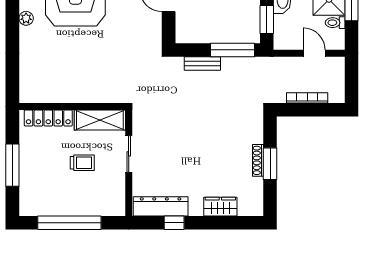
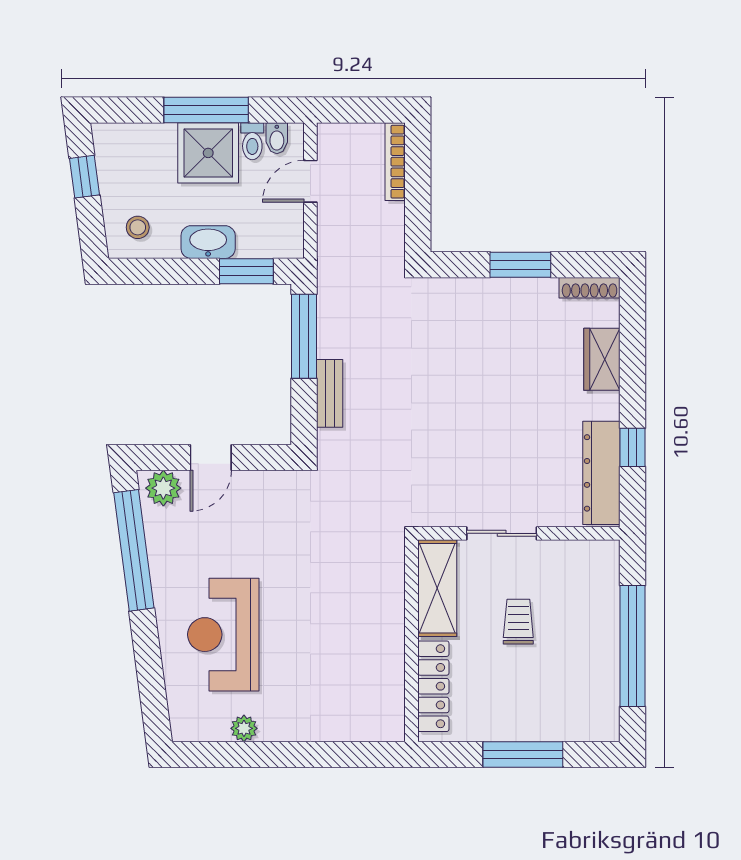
bidet: (337, 36) -> (277, 138), added
bookcase: (307, 98) -> (395, 162), moved
shoe rack: (258, 160) -> (590, 288), moved

